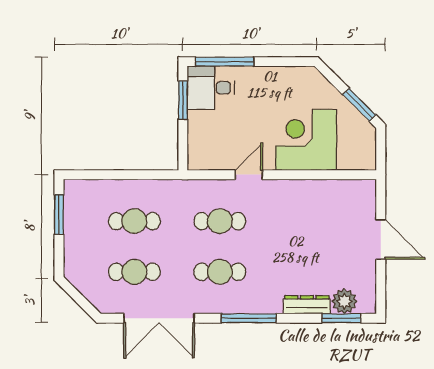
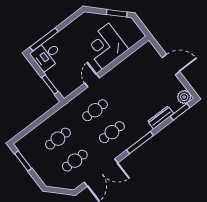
window: (183, 100) -> (50, 85), moved
plant: (344, 301) -> (184, 97), moved

